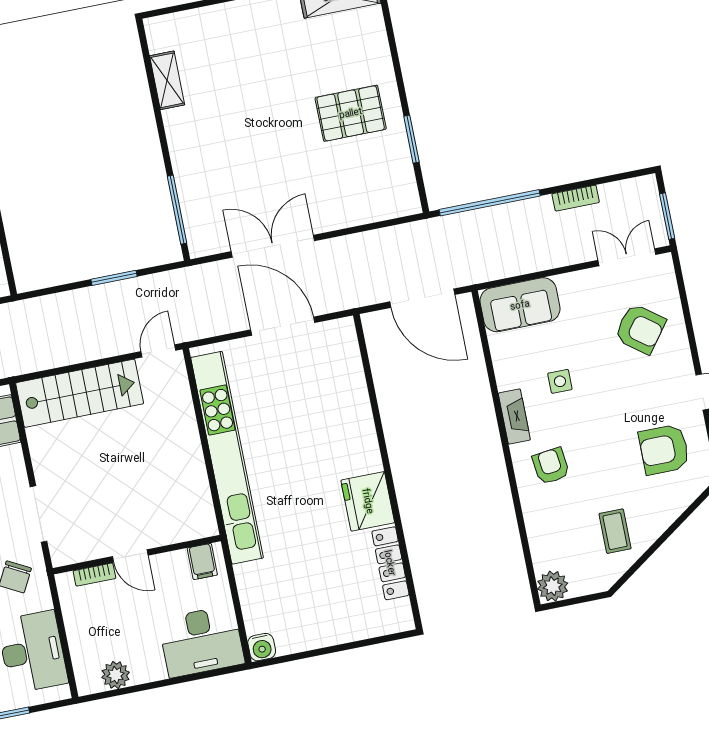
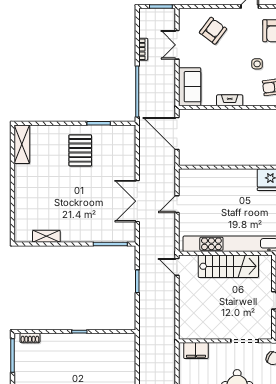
double door: (627, 257) -> (177, 45), moved
door: (422, 298) -> (177, 134), swing flipped
door: (283, 326) -> (177, 204), width x0.53
side table: (560, 381) -> (257, 64), moved
stairs: (80, 393) -> (228, 266), moved, turned 90
fireplace: (514, 417) -> (230, 100), moved

